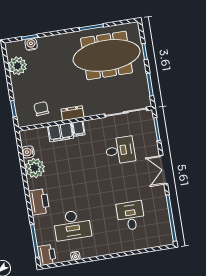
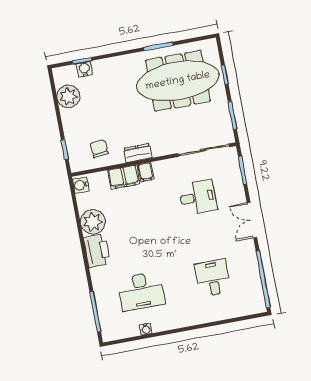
water cooler: (28, 152) -> (81, 185), moved
printer: (39, 202) -> (97, 251), moved
printer: (47, 255) -> (110, 329), removed

